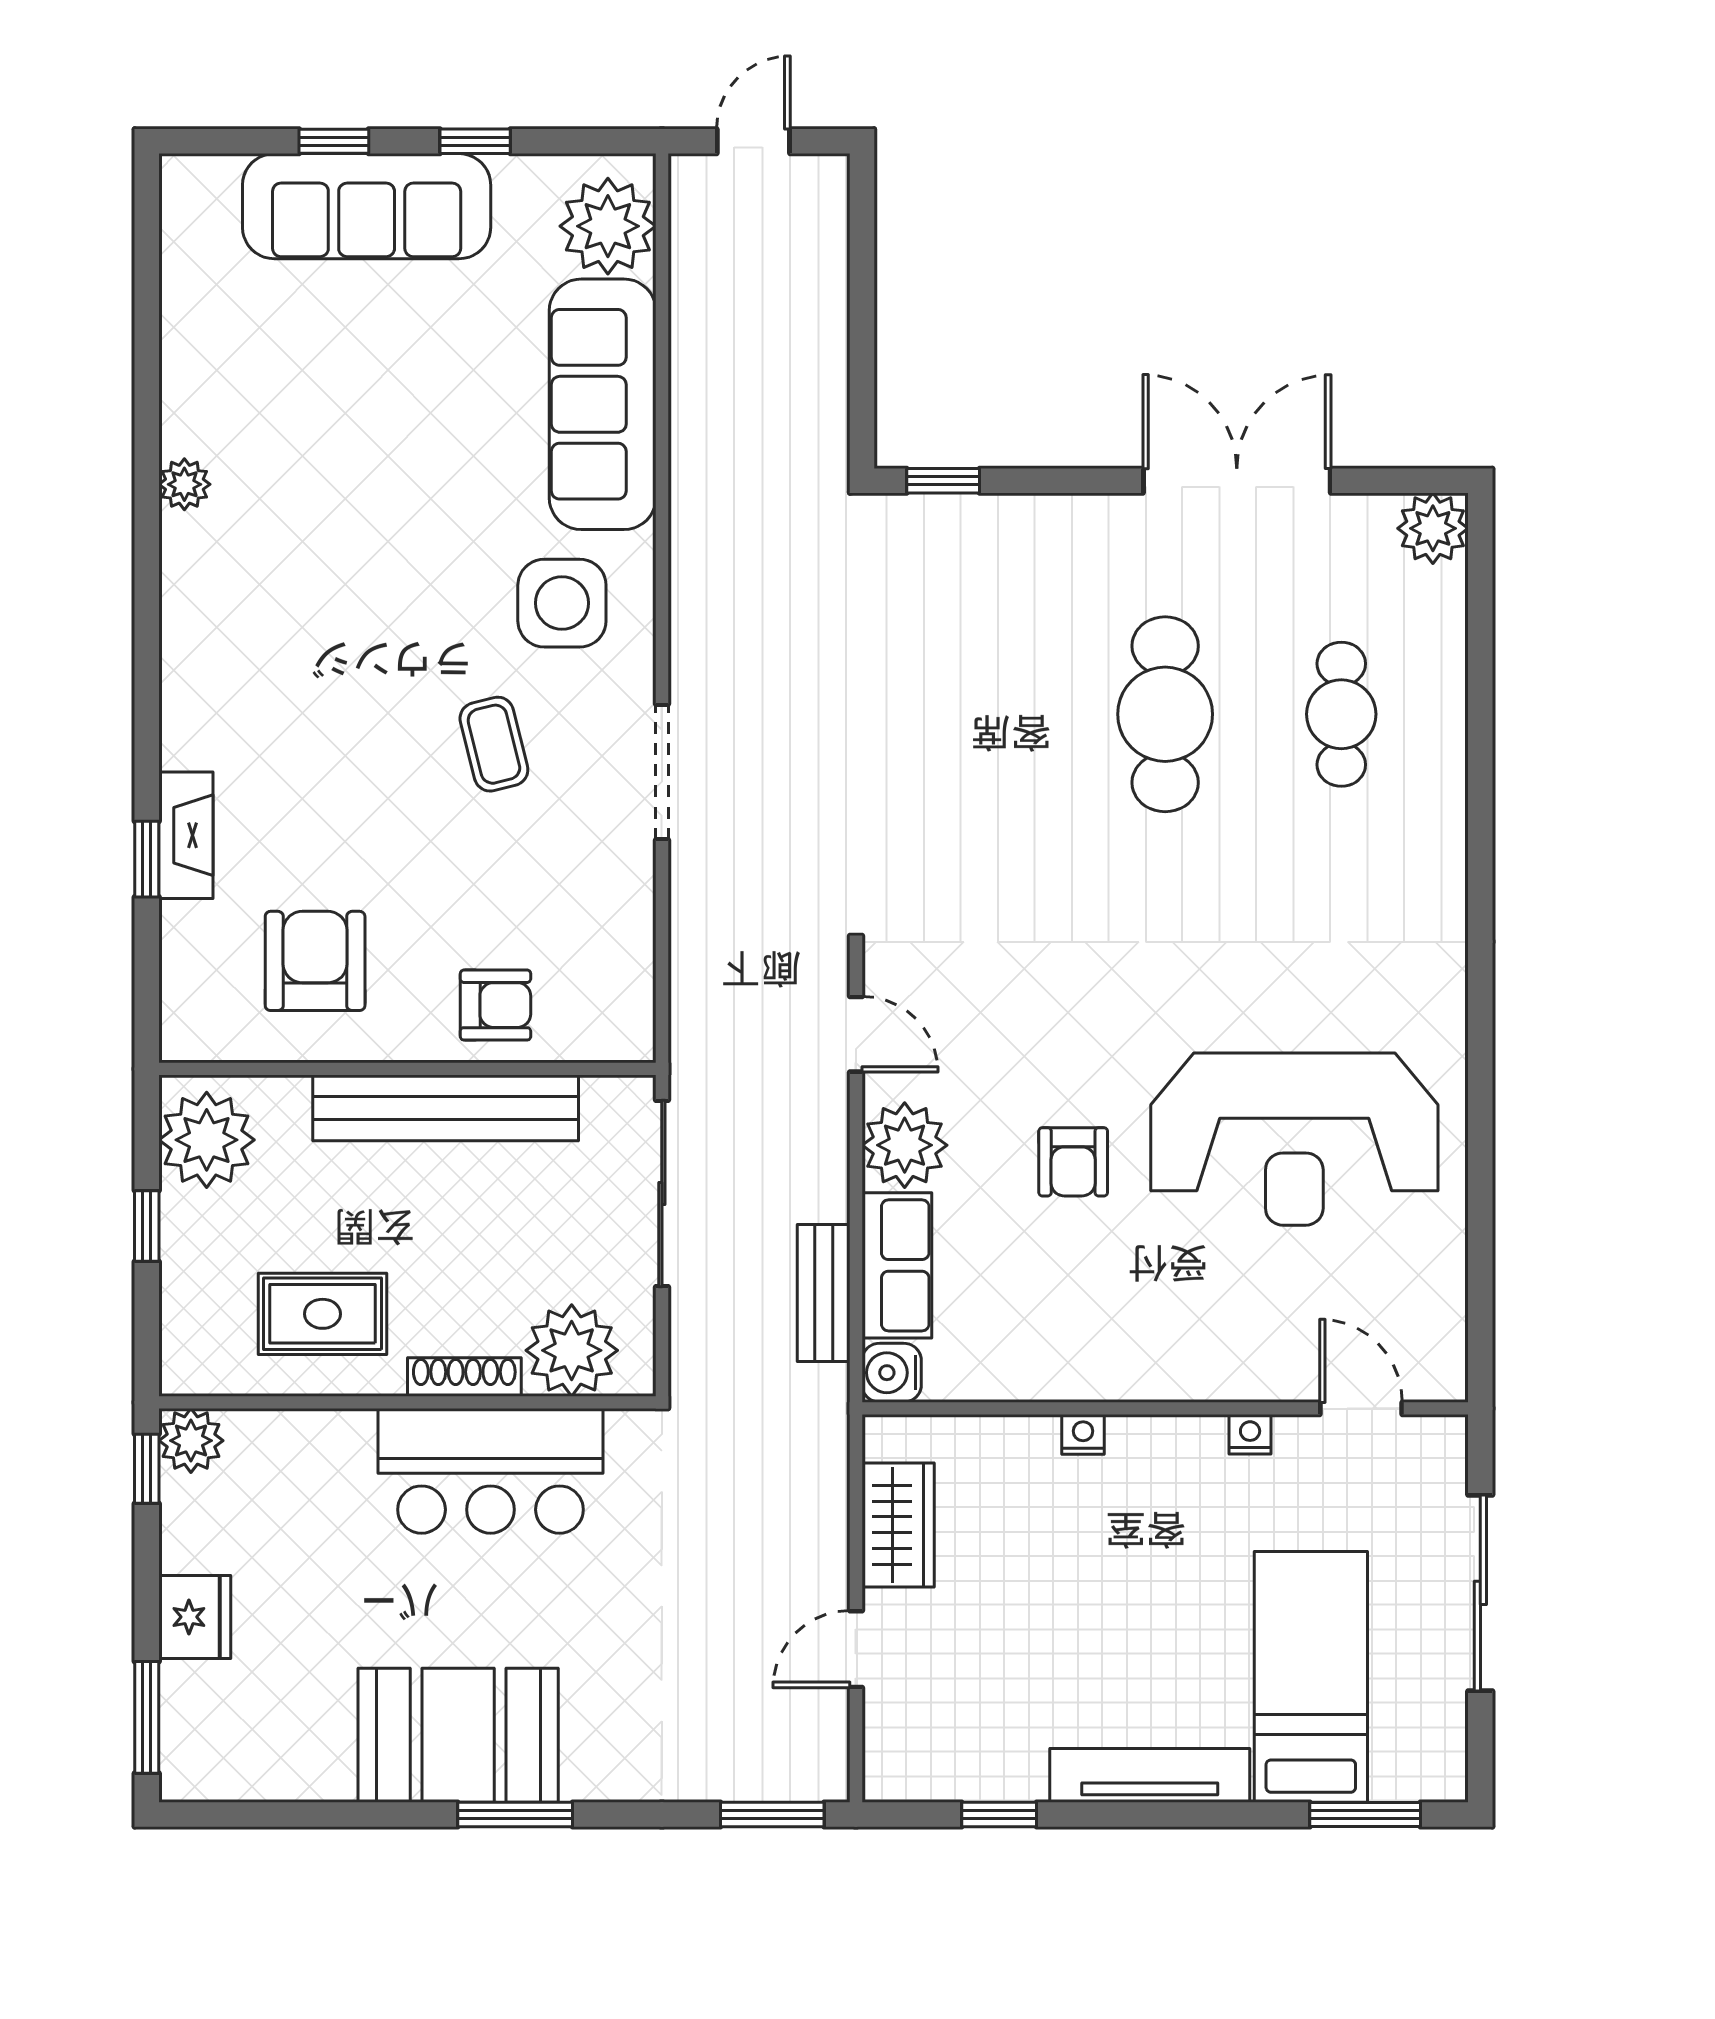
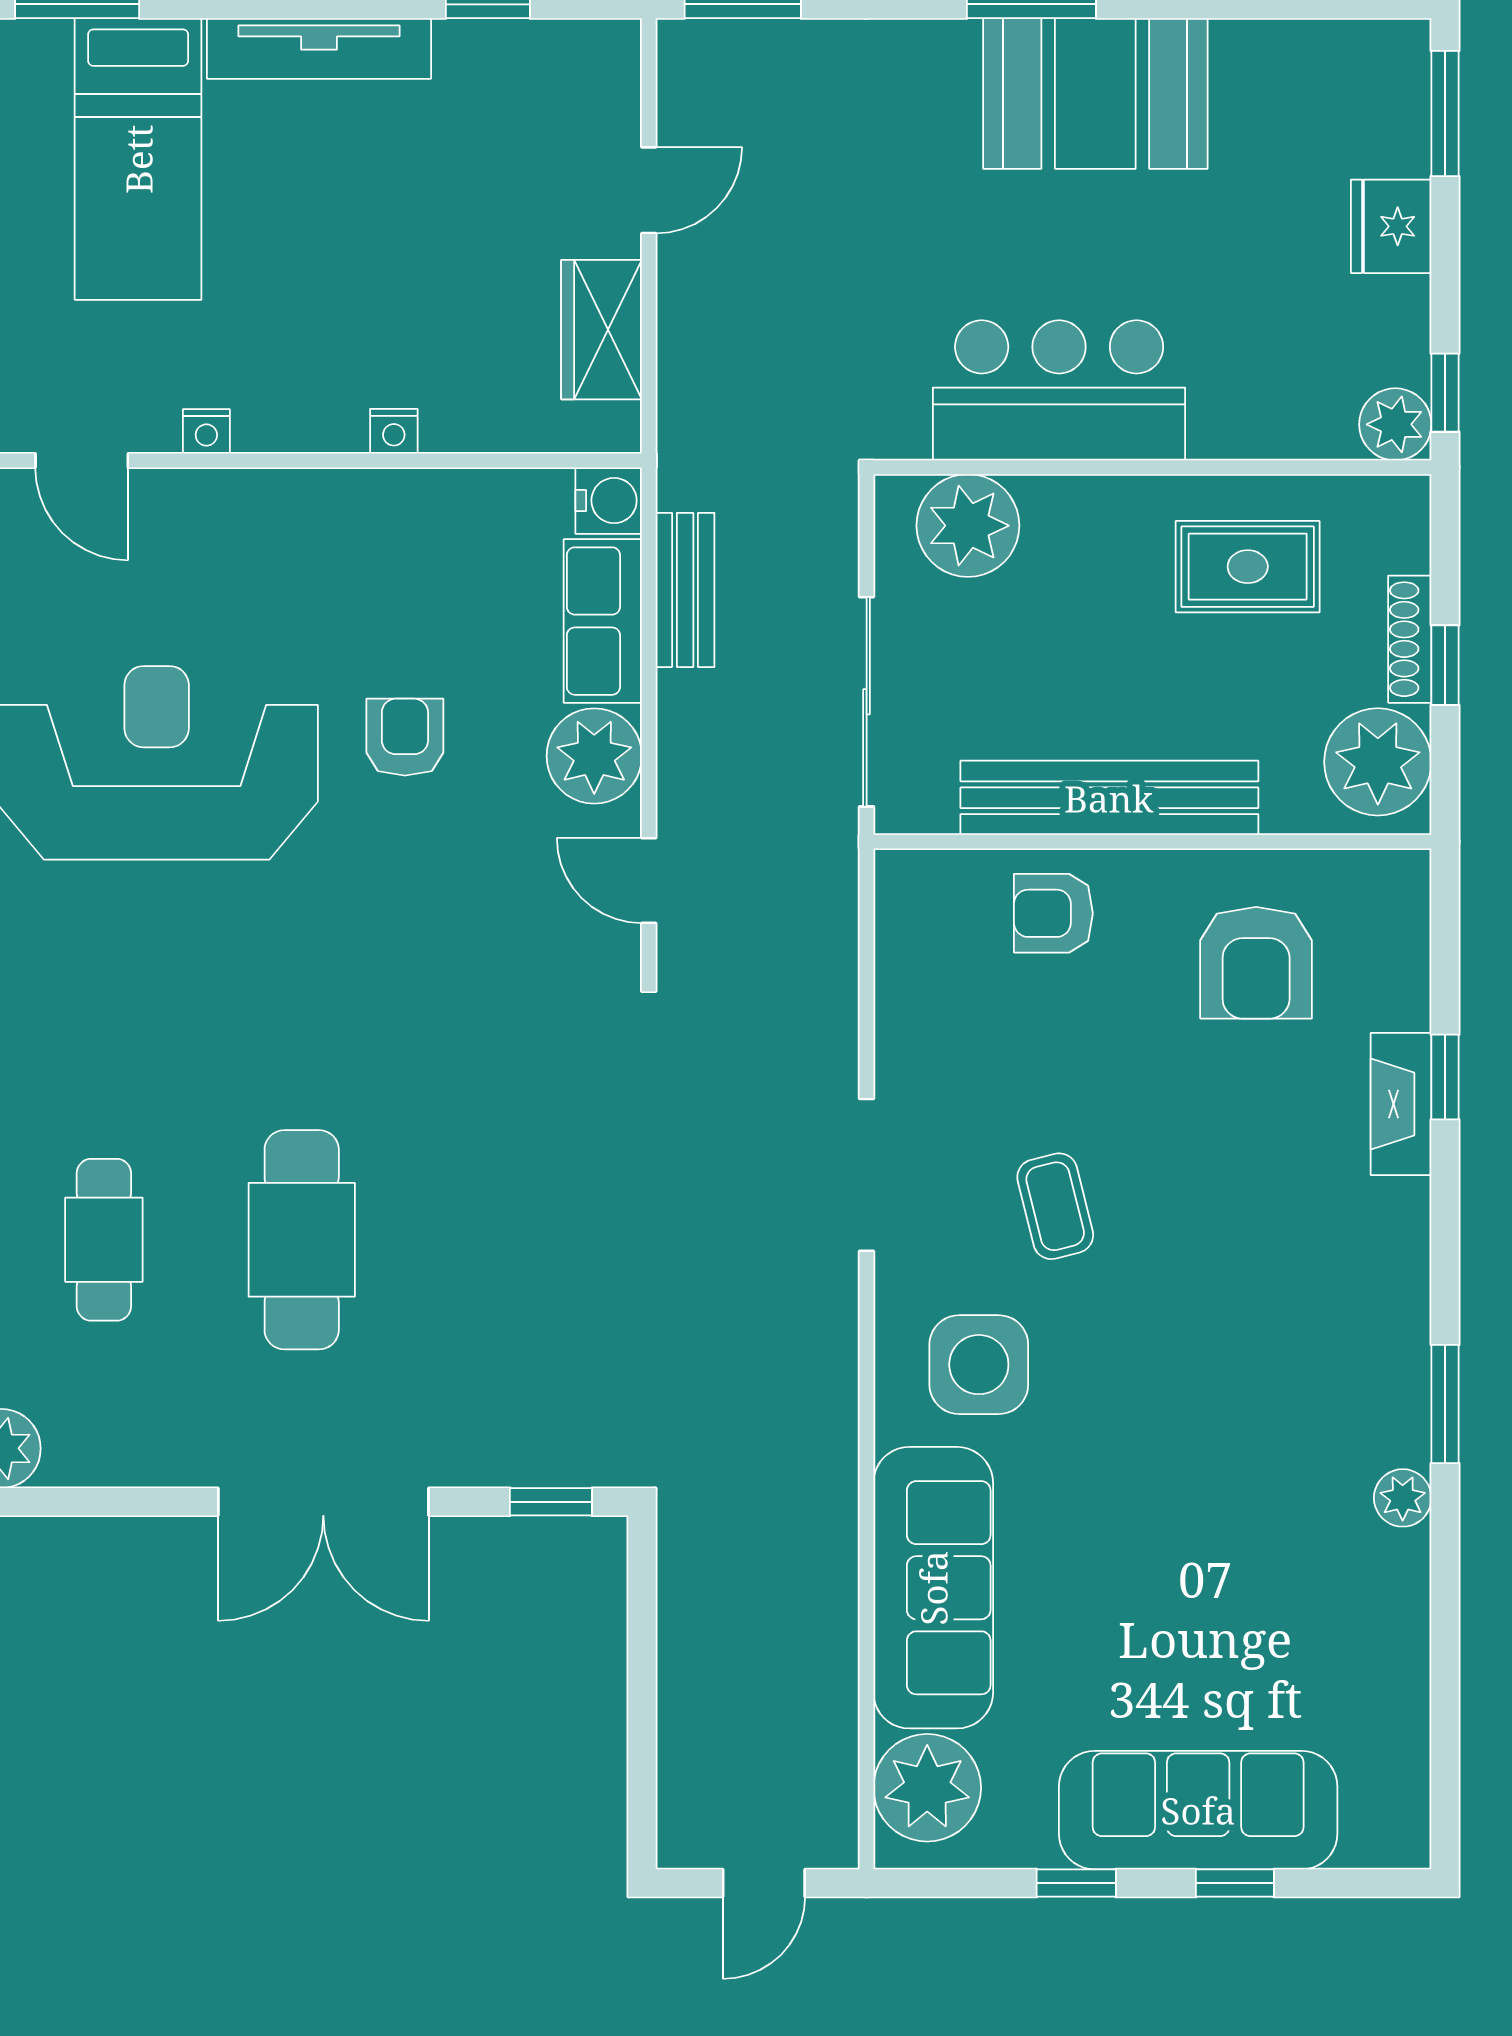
double door: (1237, 481) -> (323, 1502), moved
window: (147, 568) -> (1445, 1404), added
shoe rack: (464, 1377) -> (1410, 639), moved, turned 90

